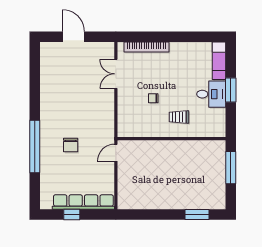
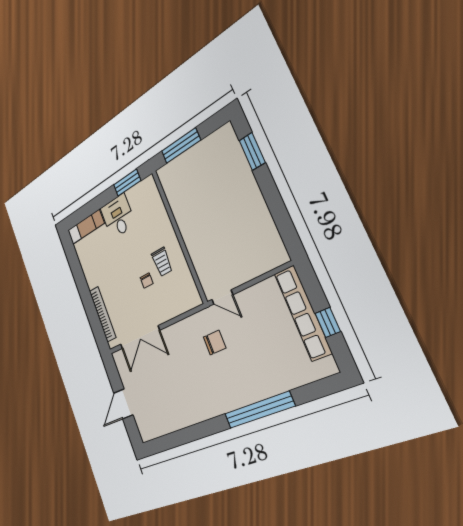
double door: (116, 74) -> (140, 337), width x1.37
window: (231, 90) -> (127, 183), moved
trolley: (179, 117) -> (162, 262), moved
chair: (71, 145) -> (215, 343), moved

